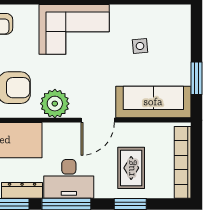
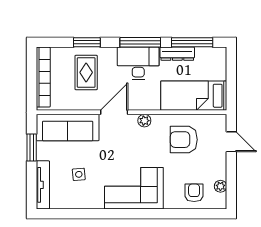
tv unit: (183, 33) -> (43, 185), added
plant: (55, 104) -> (144, 121), width x0.53, depth x0.53

